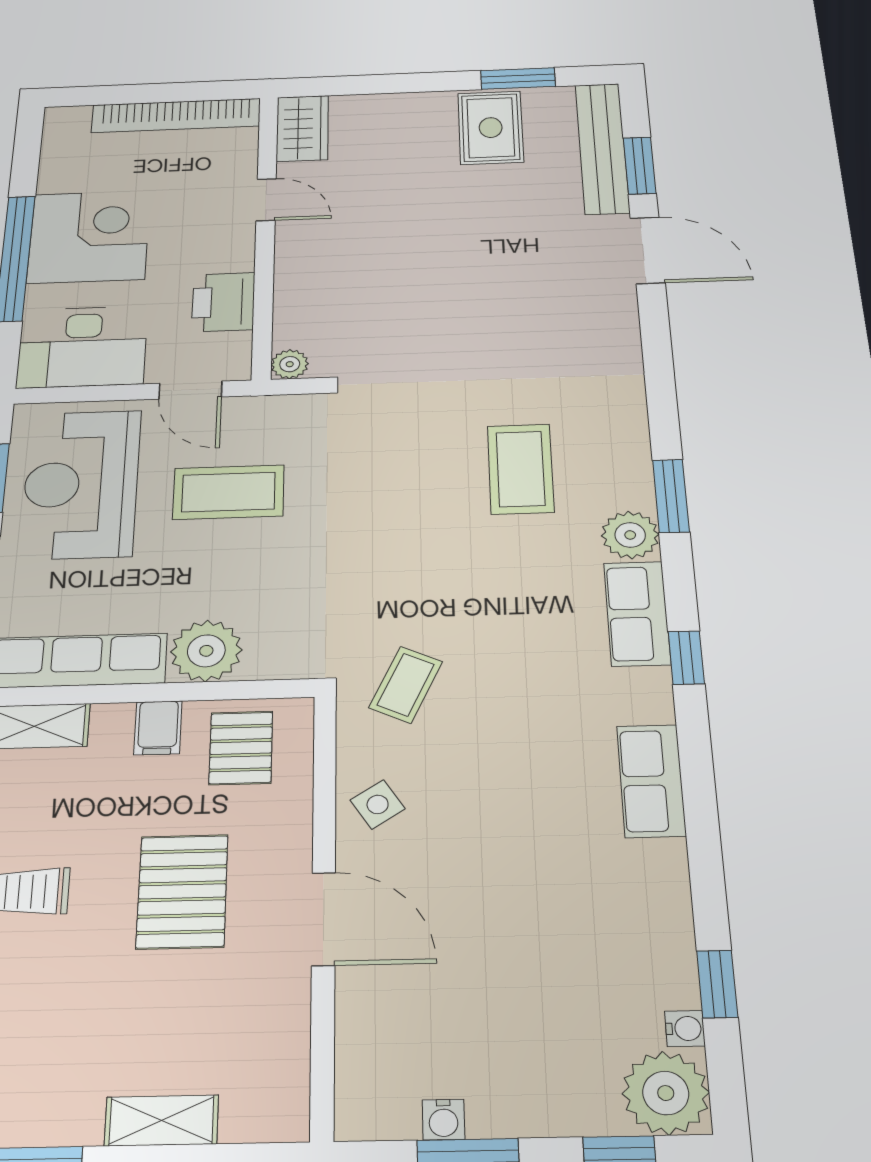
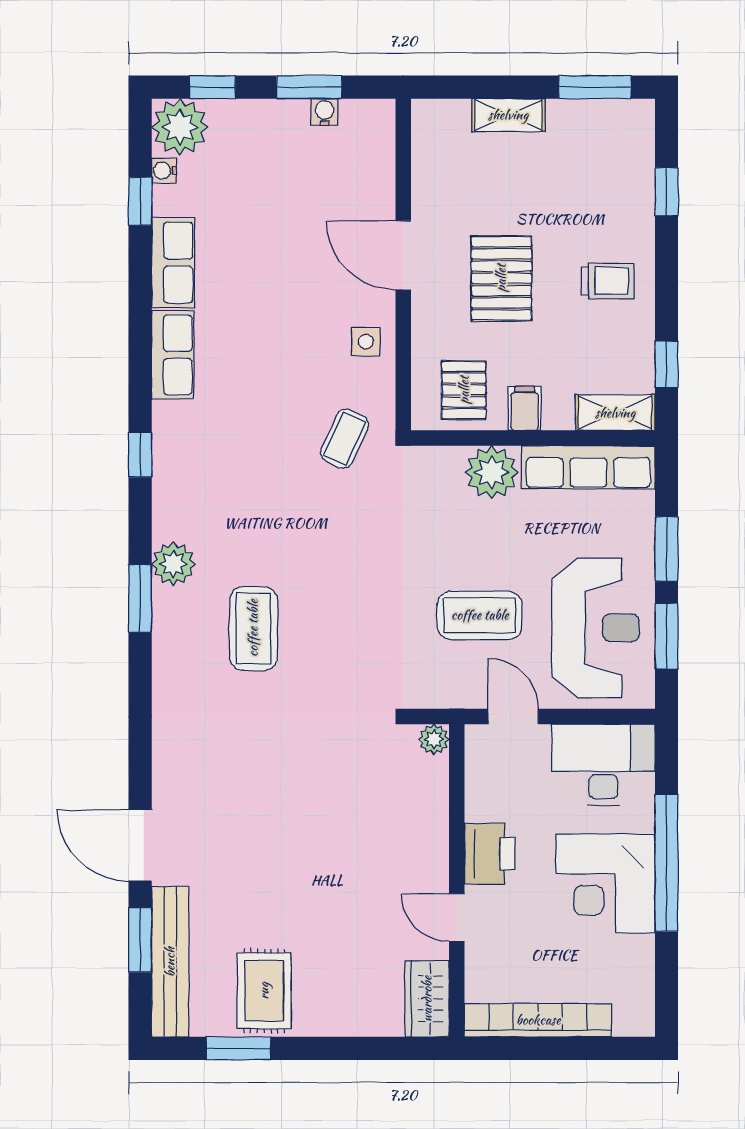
printer: (223, 302) -> (490, 854), moved
row of seats: (637, 613) -> (173, 263), moved
side table: (378, 804) -> (366, 342), turned 33

